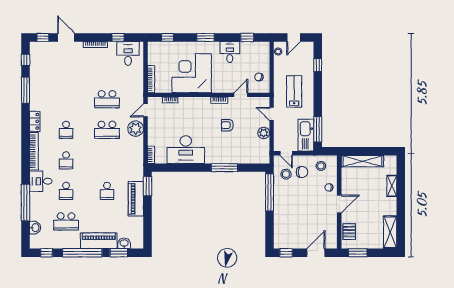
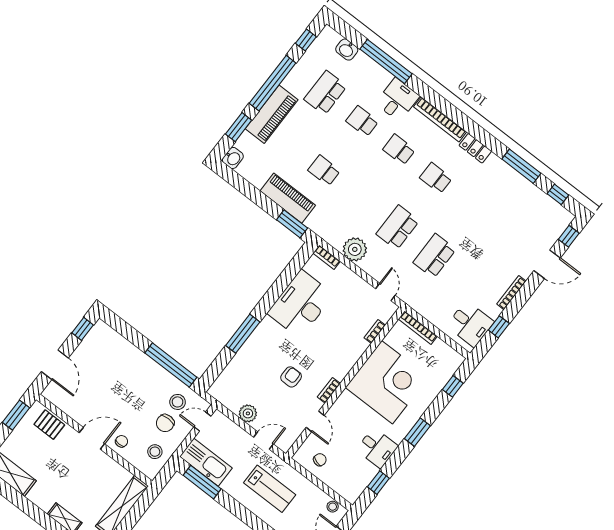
plant: (136, 129) -> (355, 249), moved
door: (339, 204) -> (92, 438), swing flipped
washbasin: (124, 243) -> (233, 158), moved

